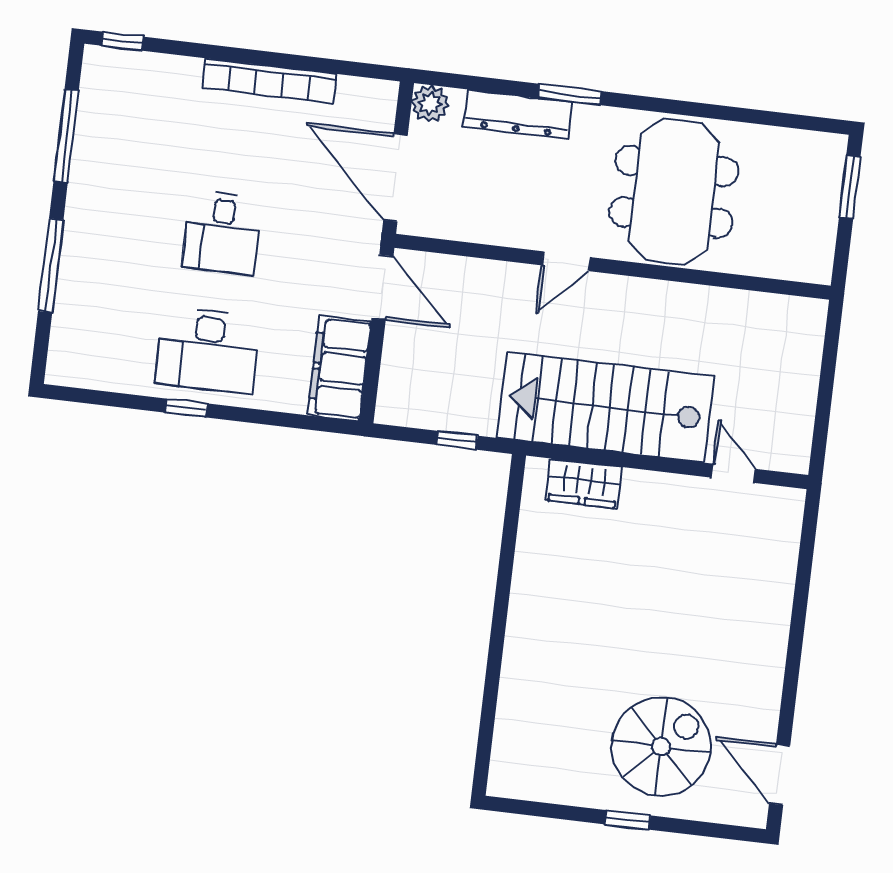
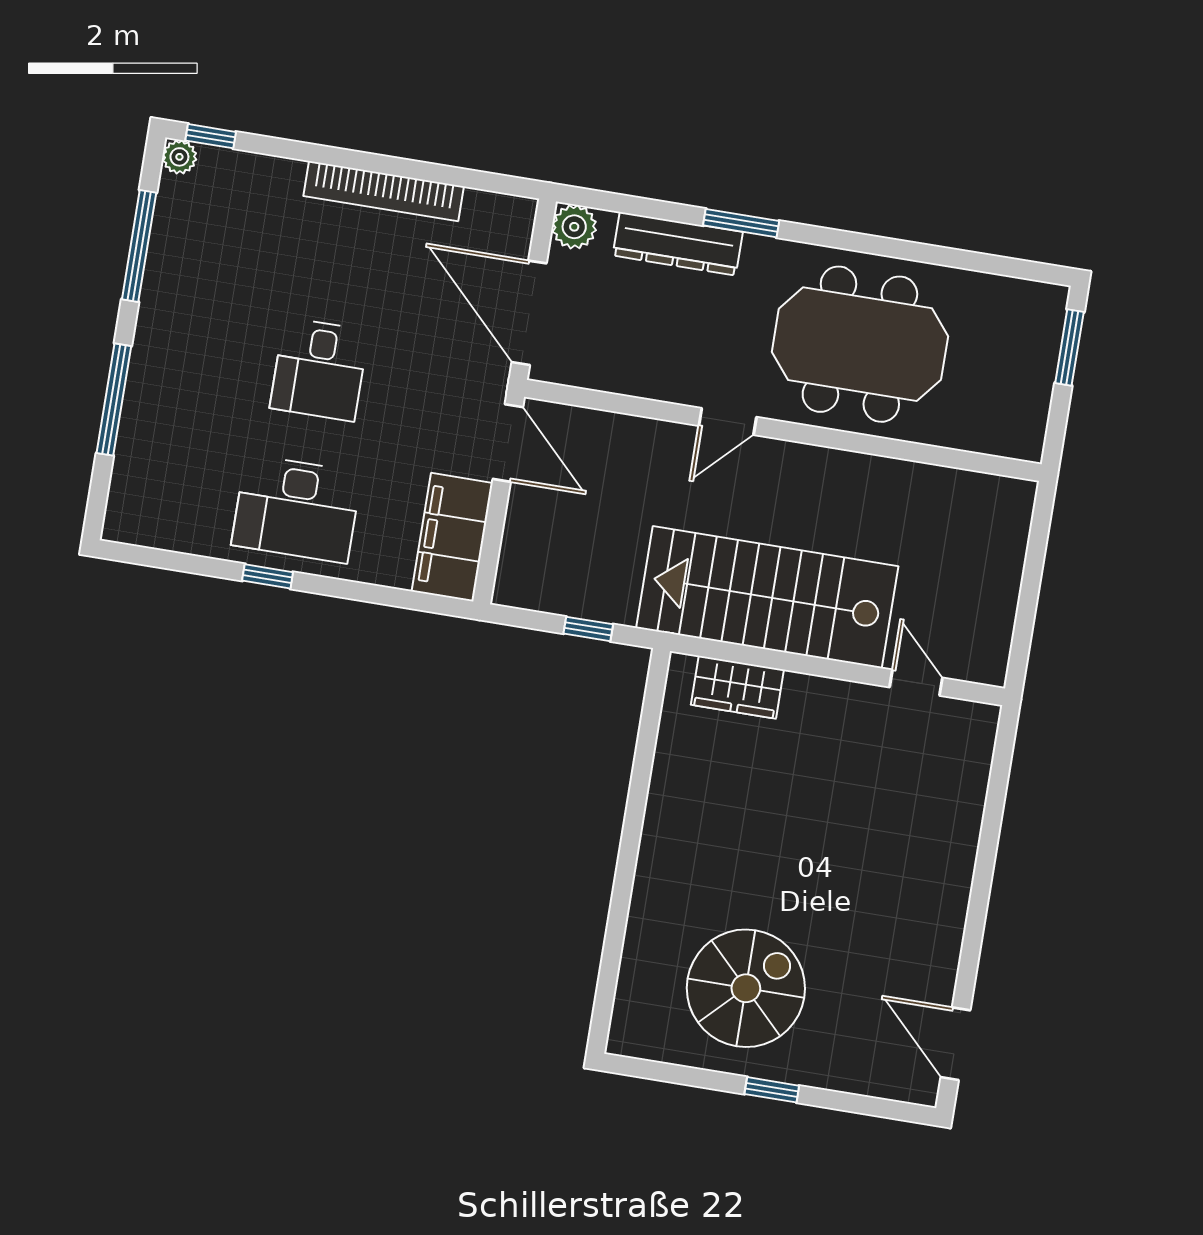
plant: (97, 60) -> (179, 157), added
meeting table: (674, 192) -> (860, 344), turned 90
spiral stairs: (661, 746) -> (746, 988), moved

